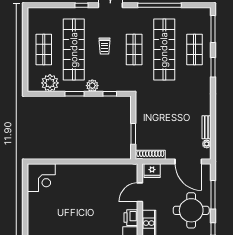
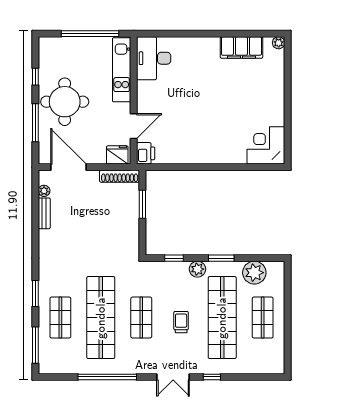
printer: (131, 218) -> (146, 153), moved

